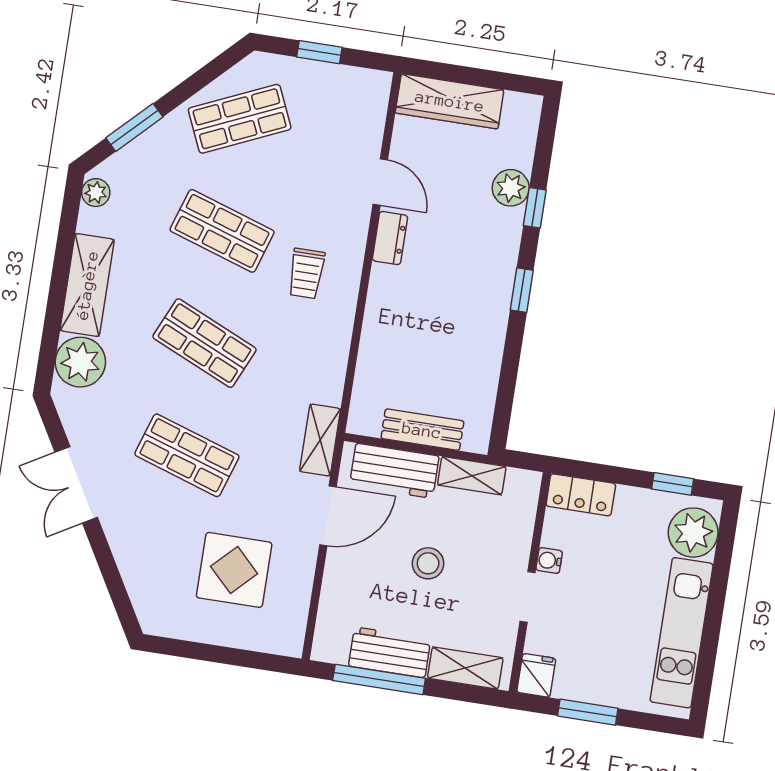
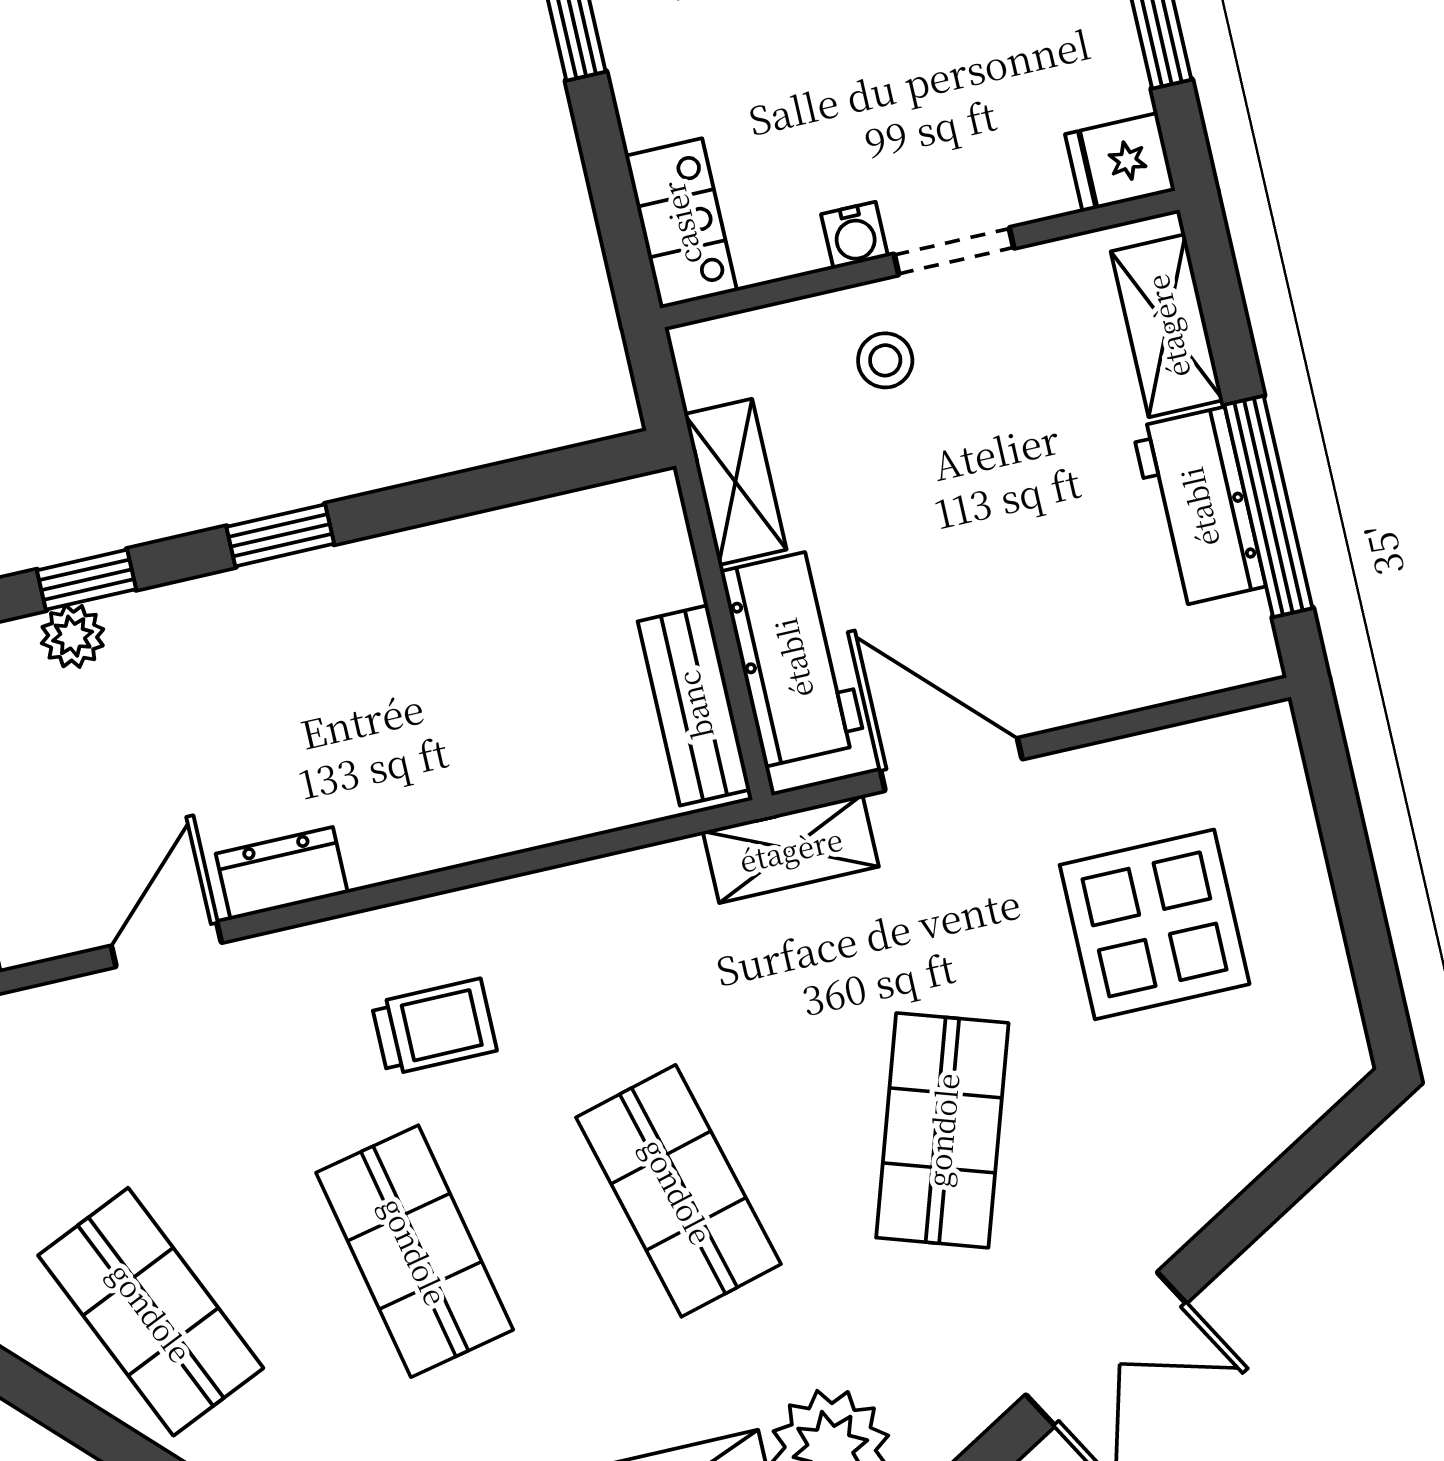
plant: (511, 188) -> (73, 636), width x0.73, depth x0.73
shop shelf: (222, 231) -> (415, 1251), turned -30
shop shelf: (204, 343) -> (678, 1191), turned -39
bench: (422, 430) -> (694, 705), moved
stool: (428, 563) -> (885, 360), moved, width x0.73, depth x0.73

